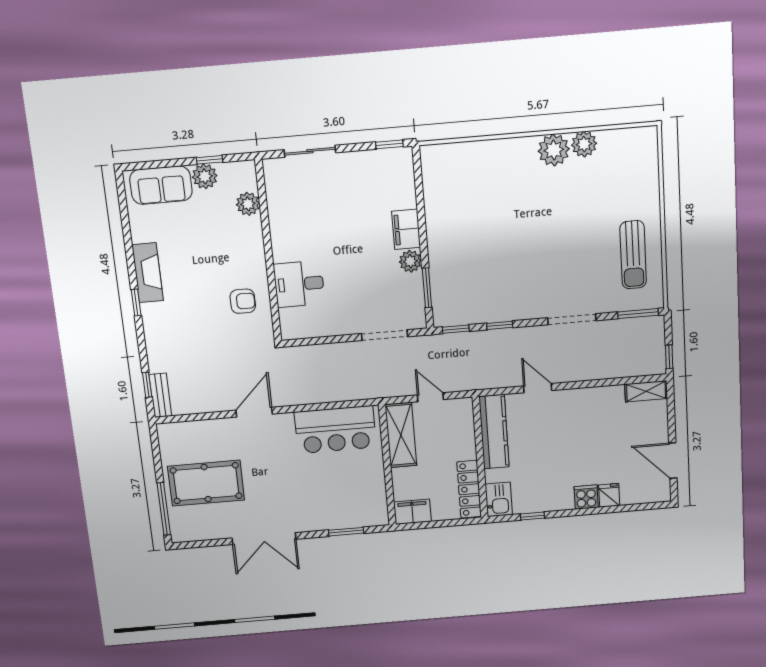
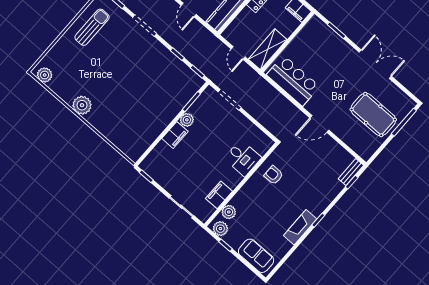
plant: (584, 144) -> (45, 75), moved
plant: (205, 176) -> (220, 229), moved
filing cabinet: (281, 212) -> (219, 195), added

